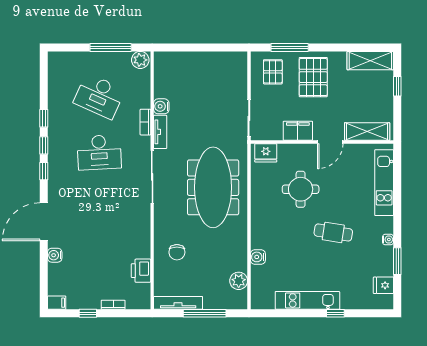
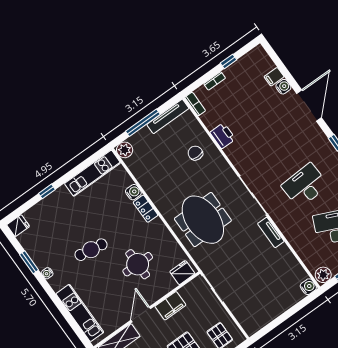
water cooler: (161, 106) -> (308, 287), moved
bookcase: (145, 122) -> (195, 104), moved
meeting table: (213, 187) -> (203, 220), width x0.73
locker: (258, 234) -> (146, 209), added
printer: (141, 271) -> (223, 136), moved
plant: (239, 281) -> (125, 150), moved
fridge: (383, 285) -> (18, 226), moved
kitchen unit: (307, 300) -> (92, 173), moved
filing cabinet: (57, 303) -> (274, 77), moved

